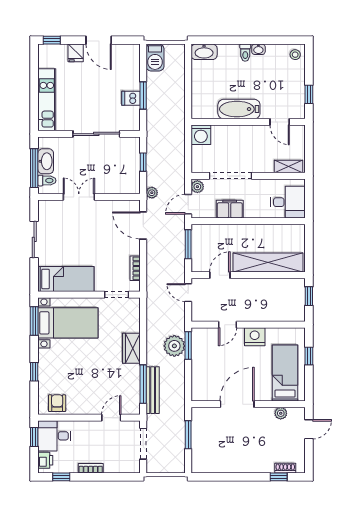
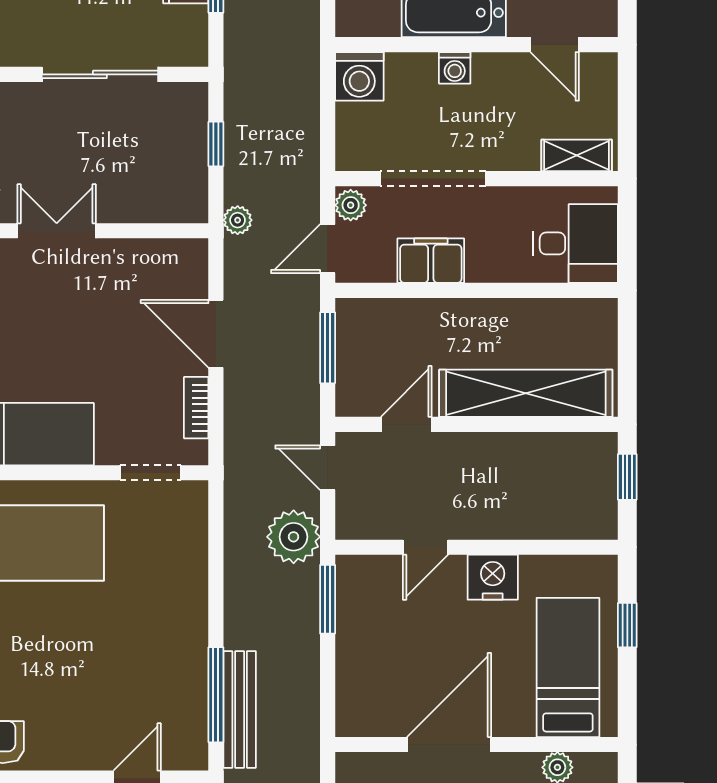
washing machine: (239, 131) -> (455, 68), added
door: (143, 225) -> (216, 334), moved
plant: (174, 346) -> (294, 537), moved
wardrobe: (131, 348) -> (187, 606), removed

